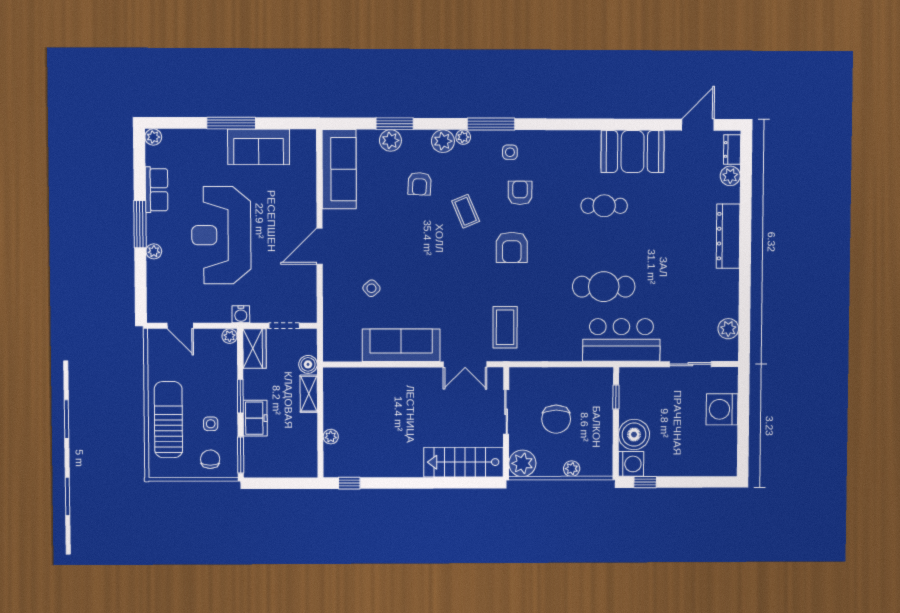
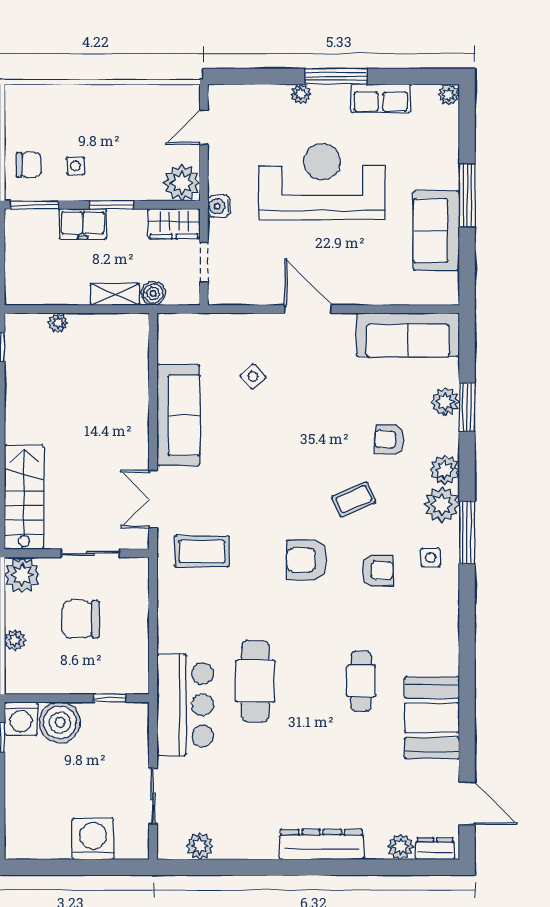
plant: (463, 137) -> (442, 505), width x1.88, depth x1.88
plant: (230, 336) -> (182, 183), width x1.88, depth x1.88
sun lounger: (168, 420) -> (81, 111), removed

